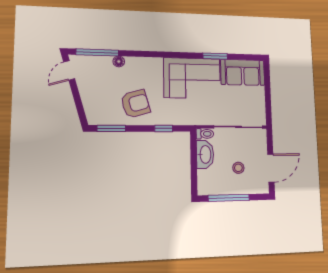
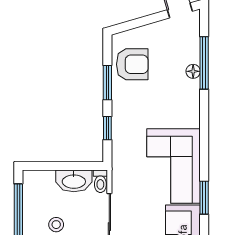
window: (97, 52) -> (204, 63), moved
armchair: (135, 104) -> (132, 64), moved, turned -74
window: (111, 128) -> (107, 83), moved

